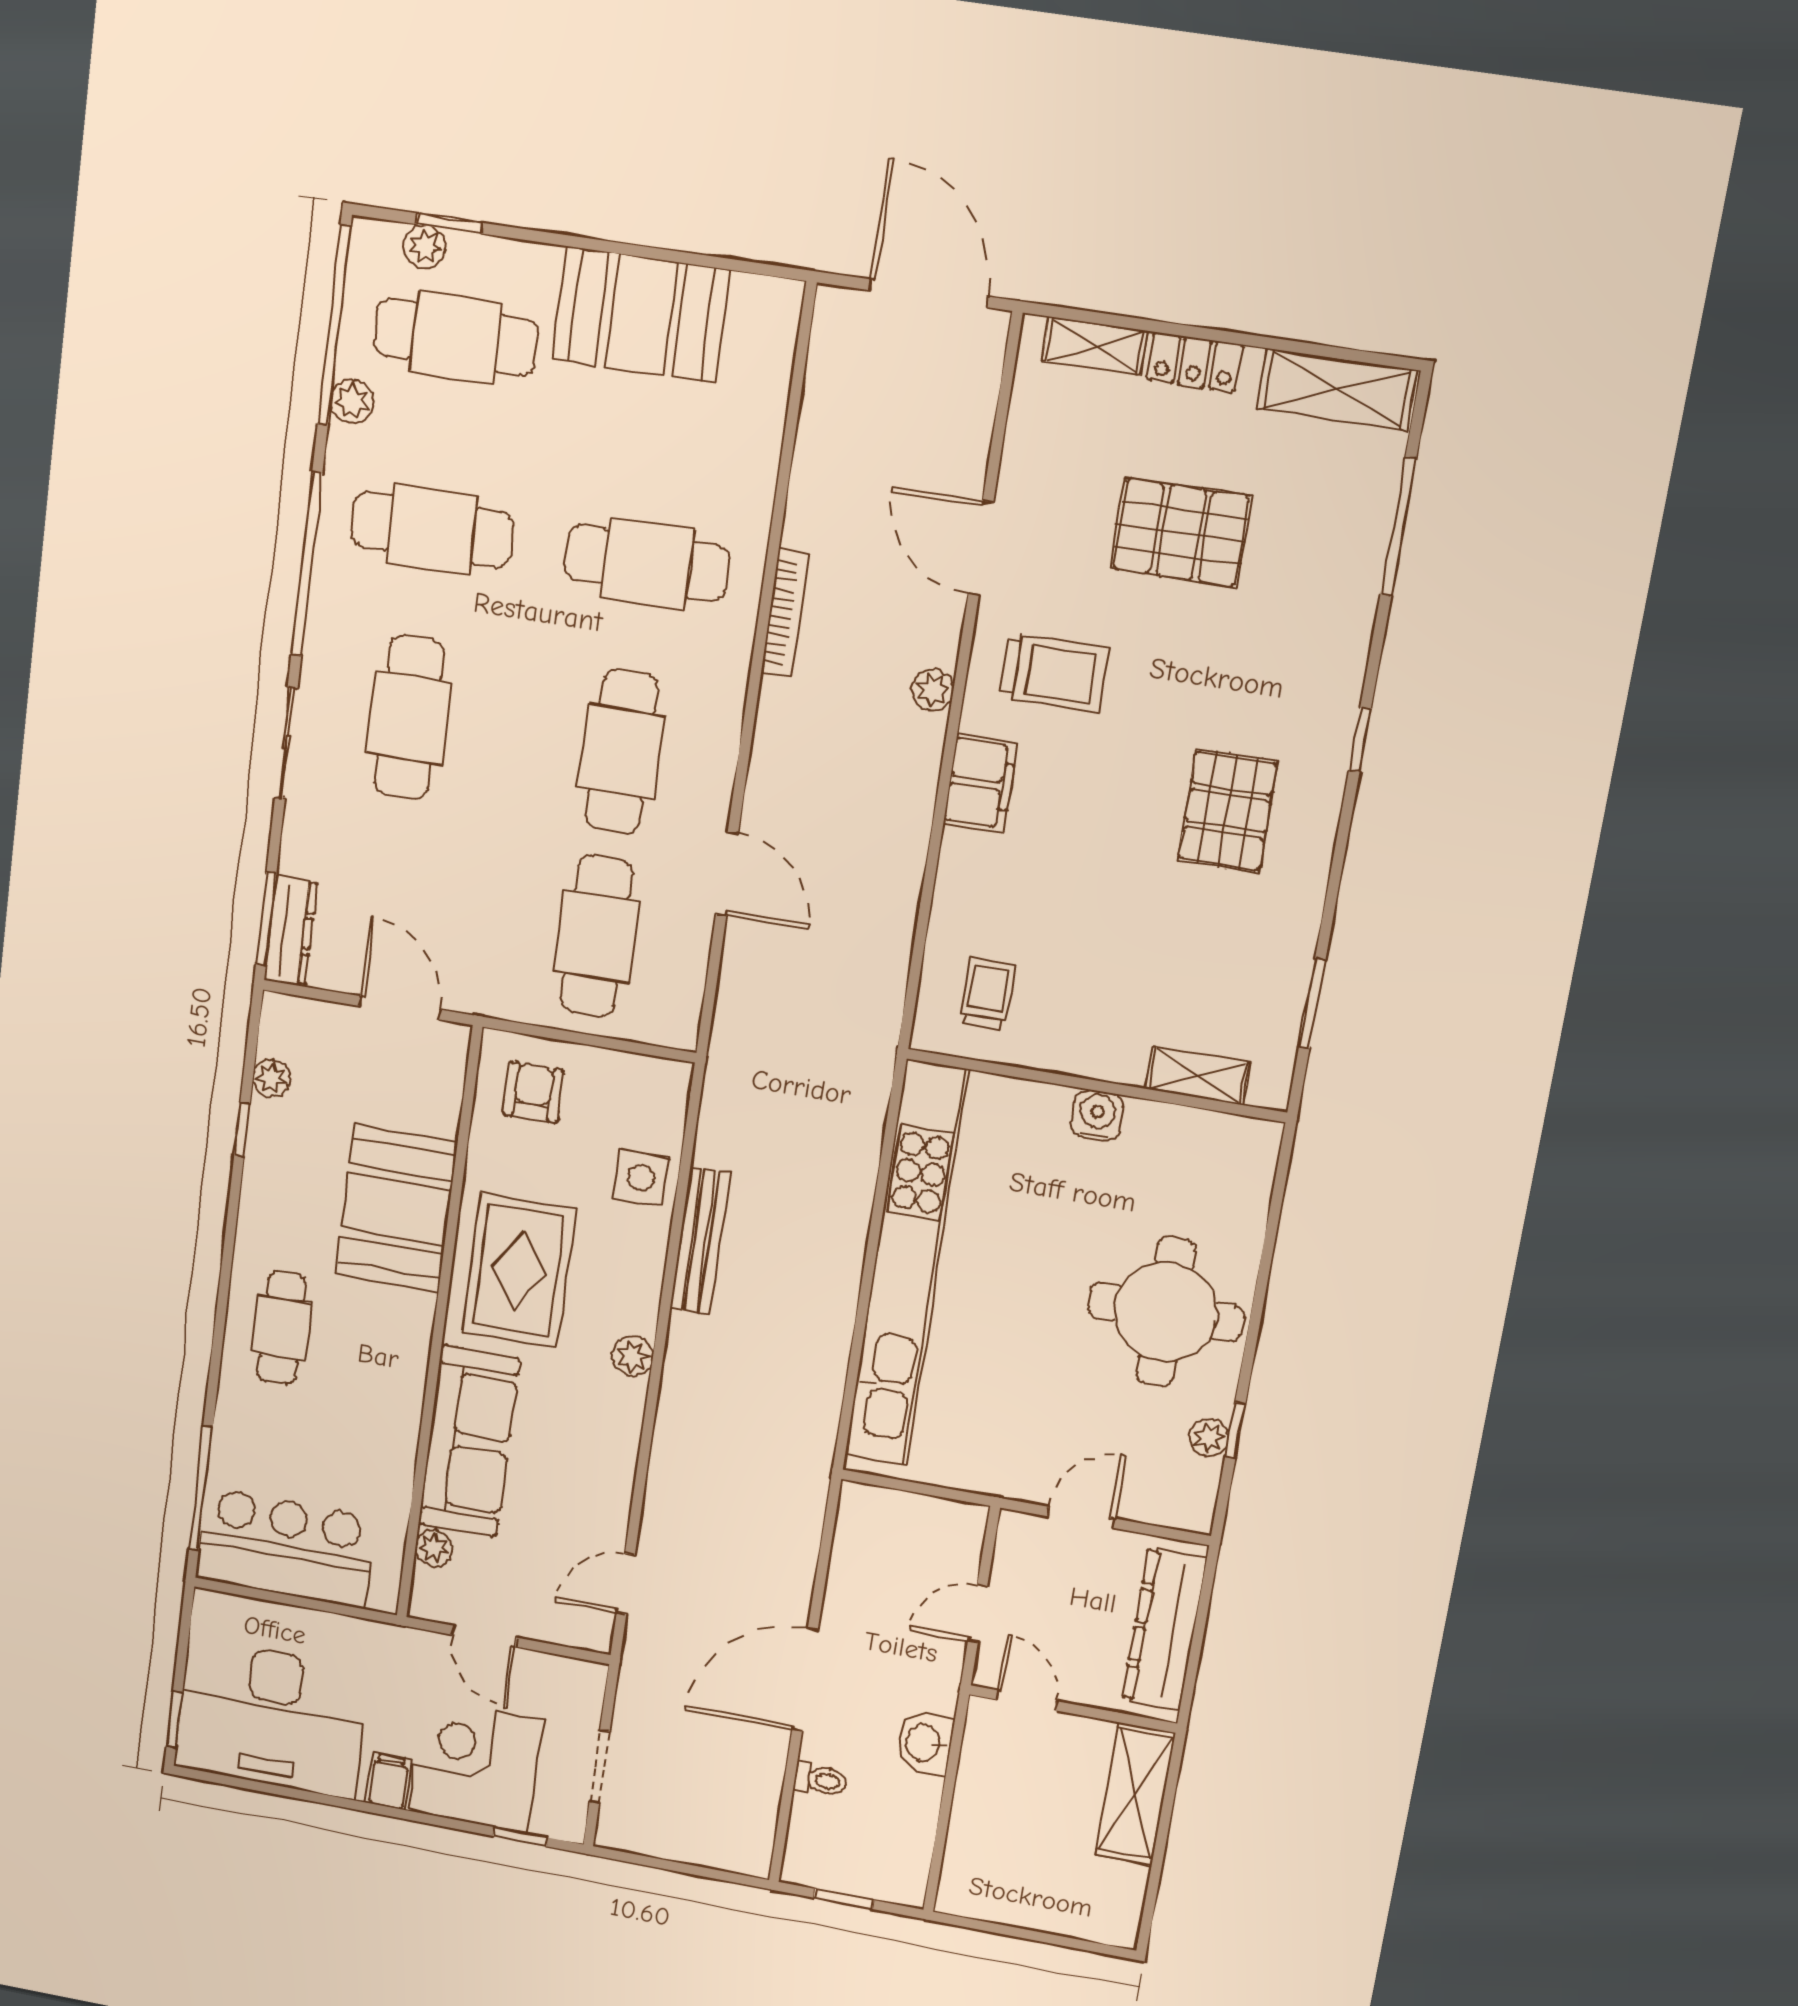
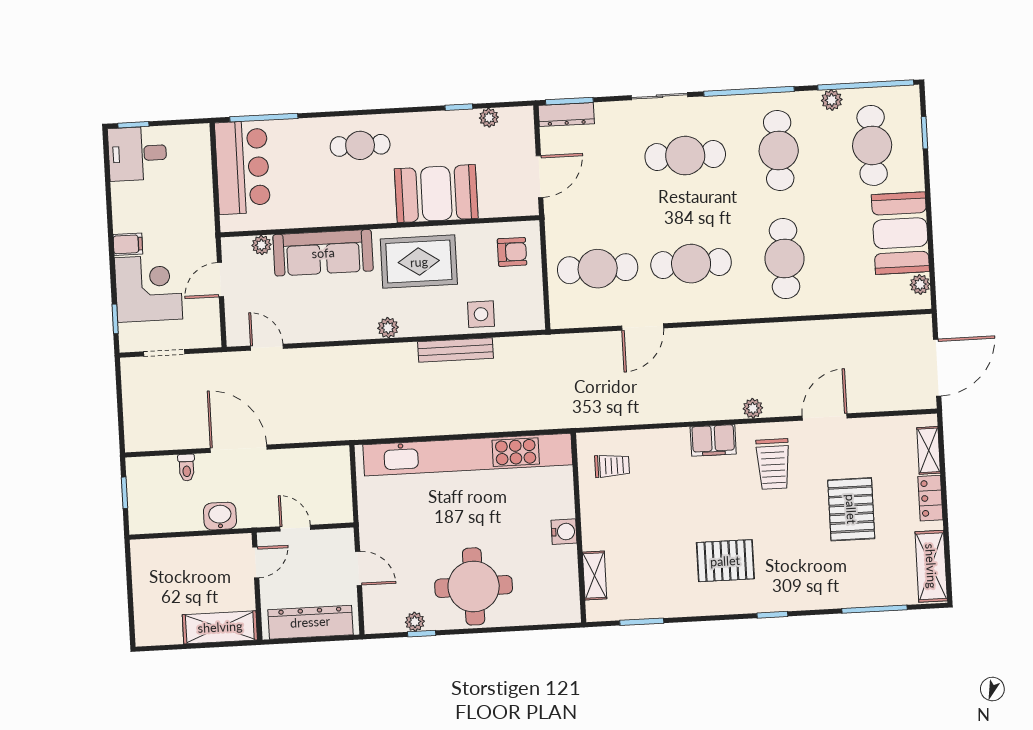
plant: (424, 247) -> (920, 284), moved
bookcase: (785, 613) -> (775, 330), removed
desk: (272, 1718) -> (137, 154), width x0.53, depth x0.77

